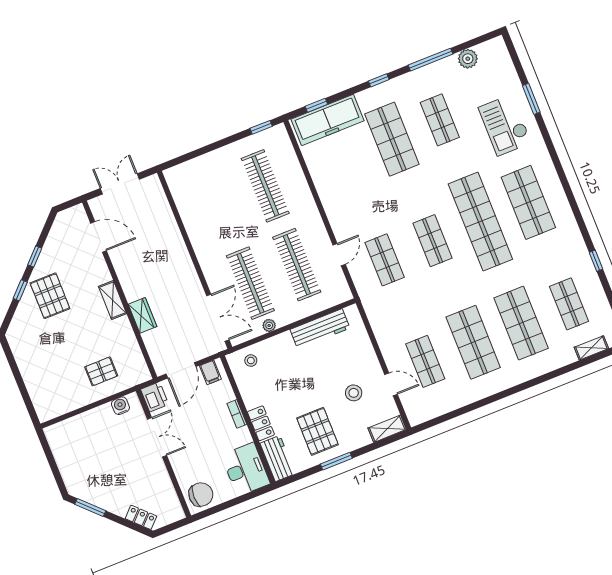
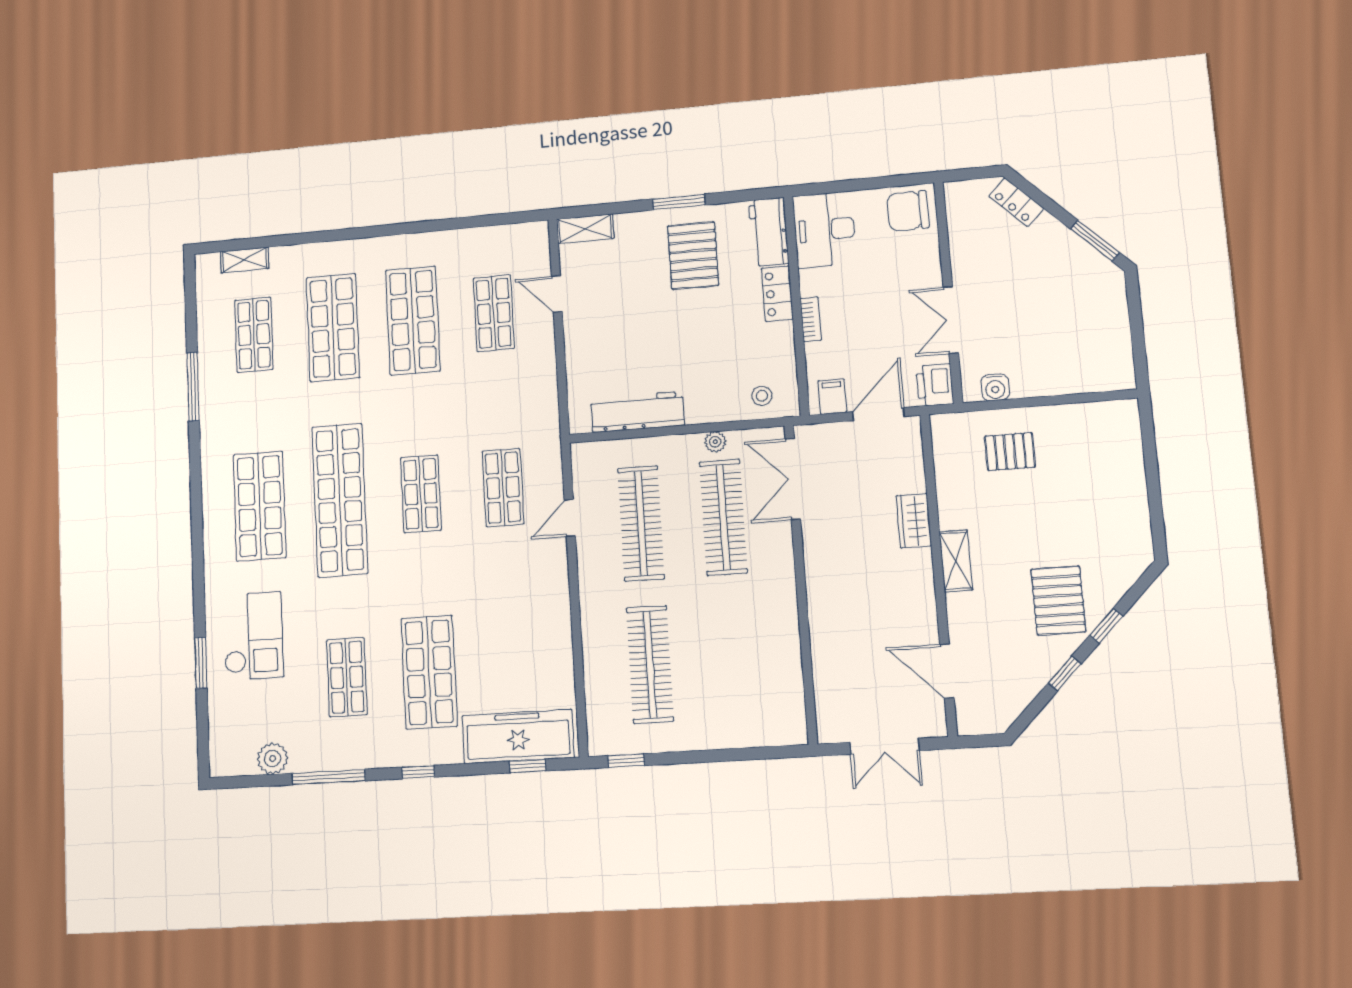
window: (596, 261) -> (193, 387), width x2.17
stool: (354, 393) -> (618, 298), removed

